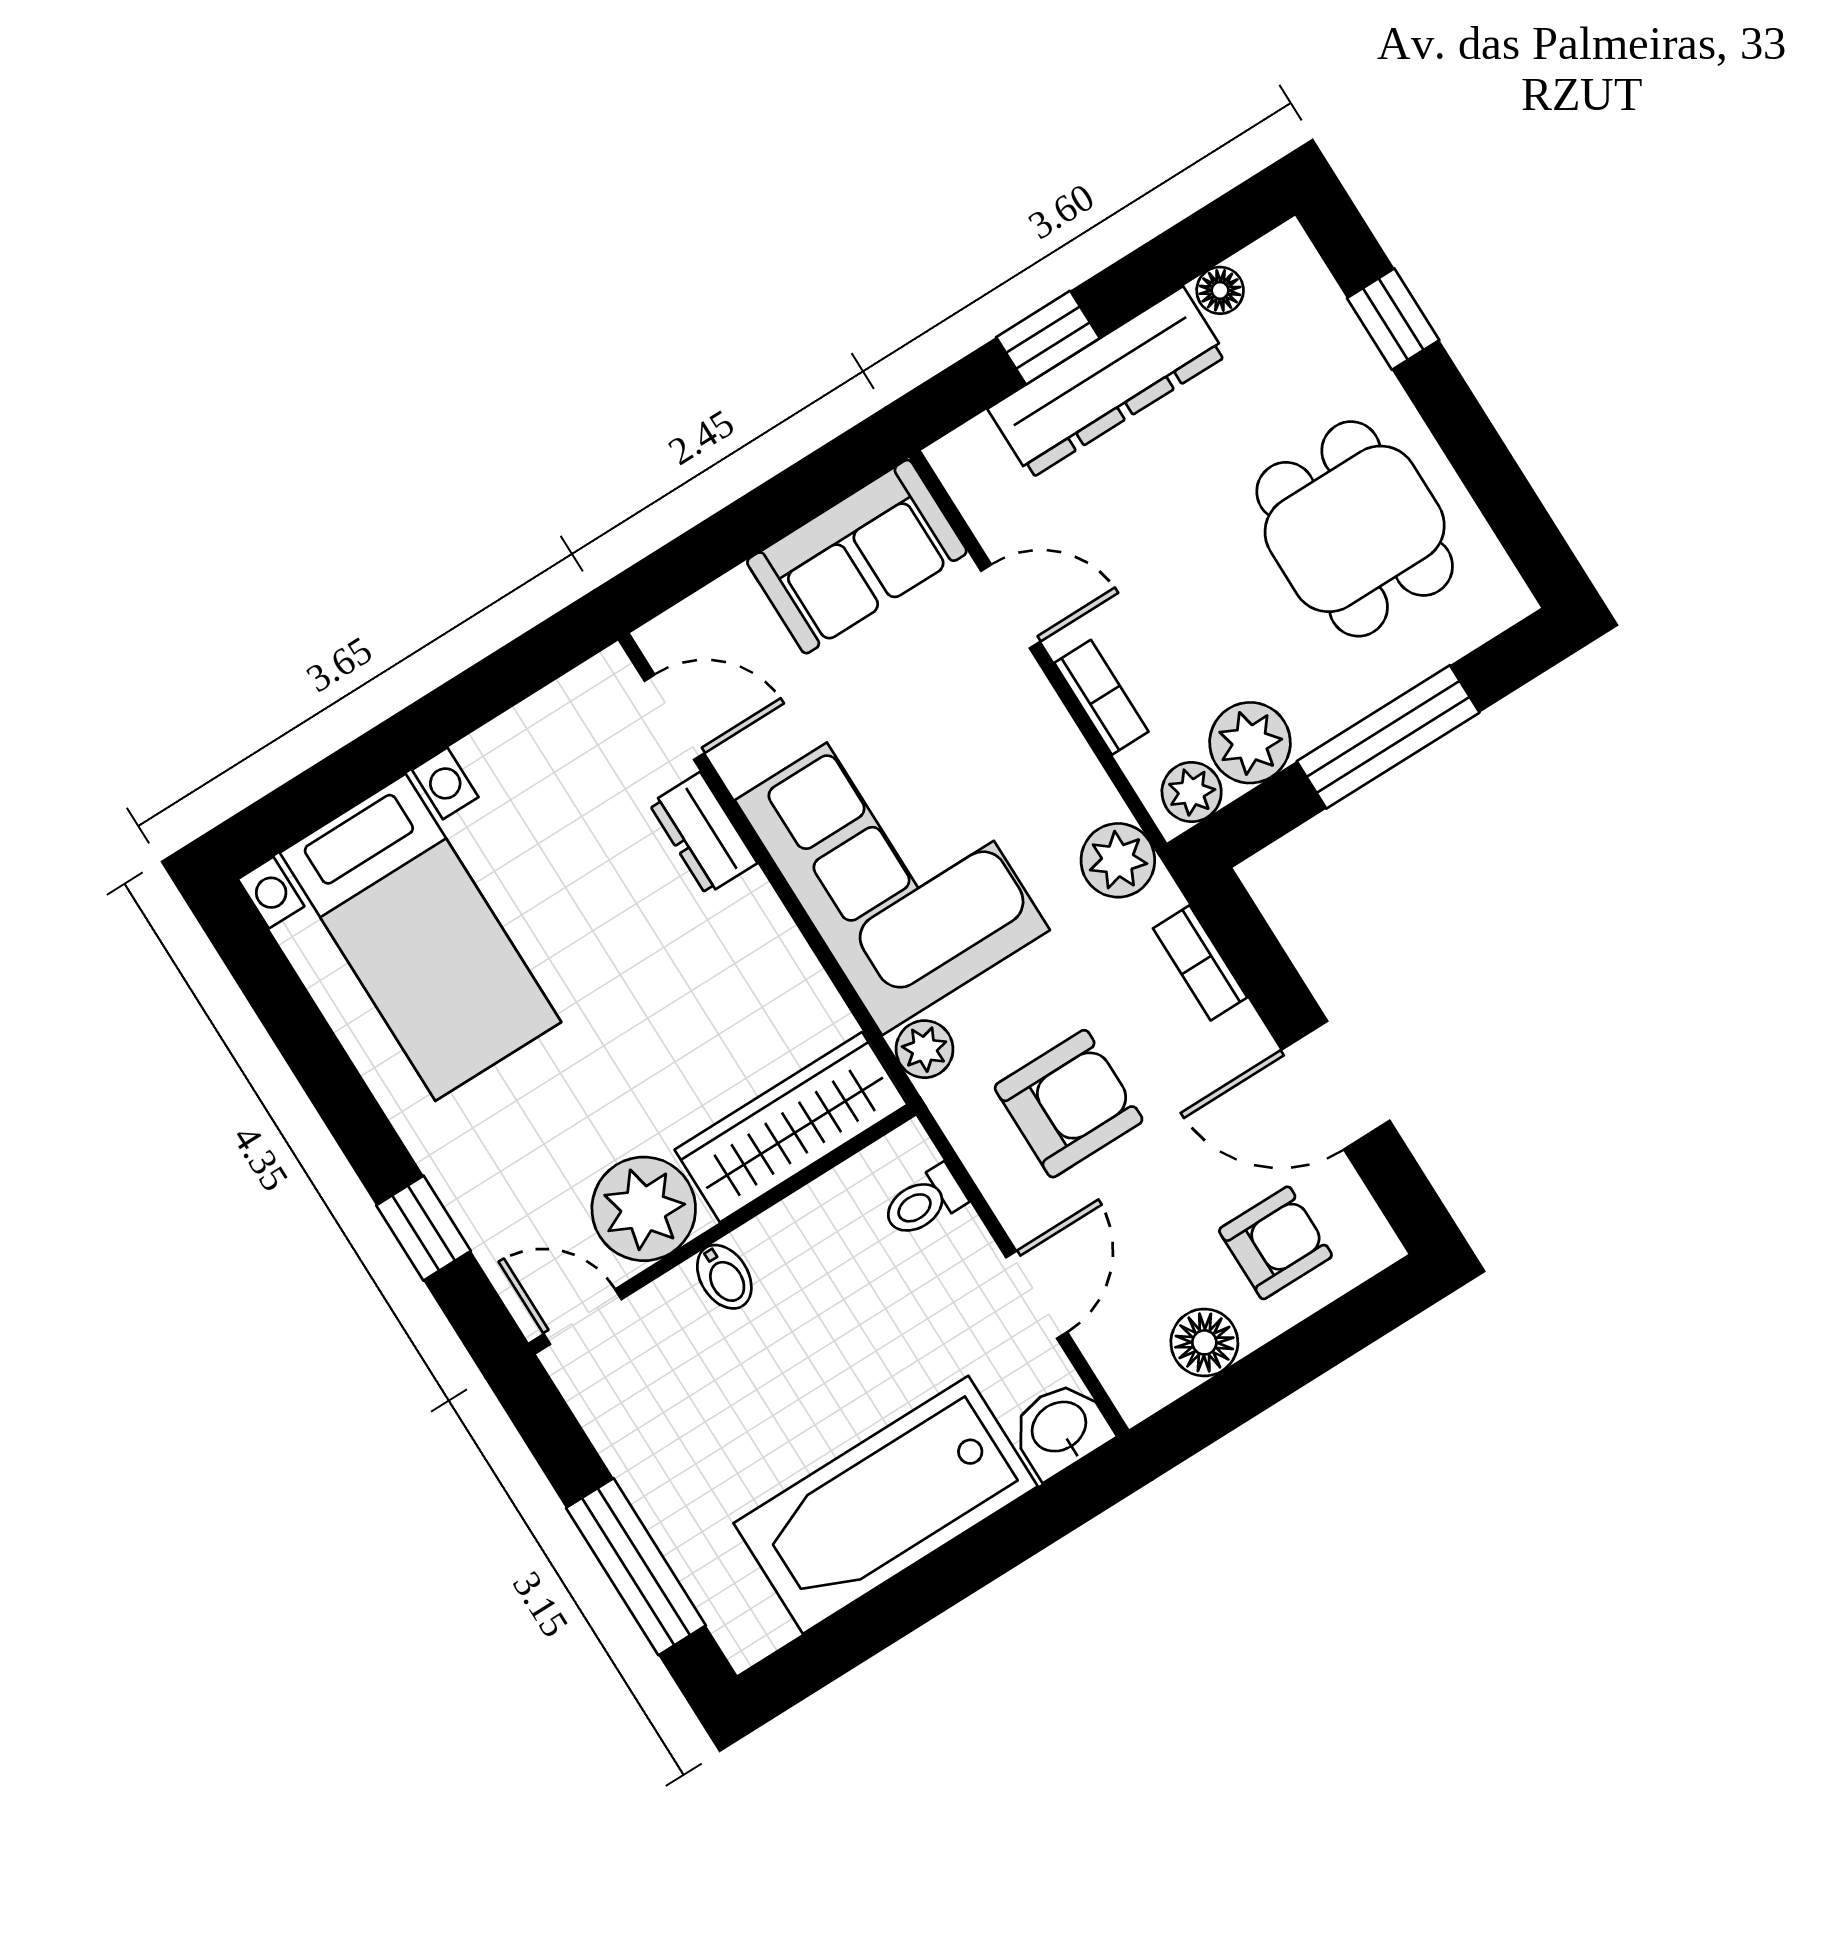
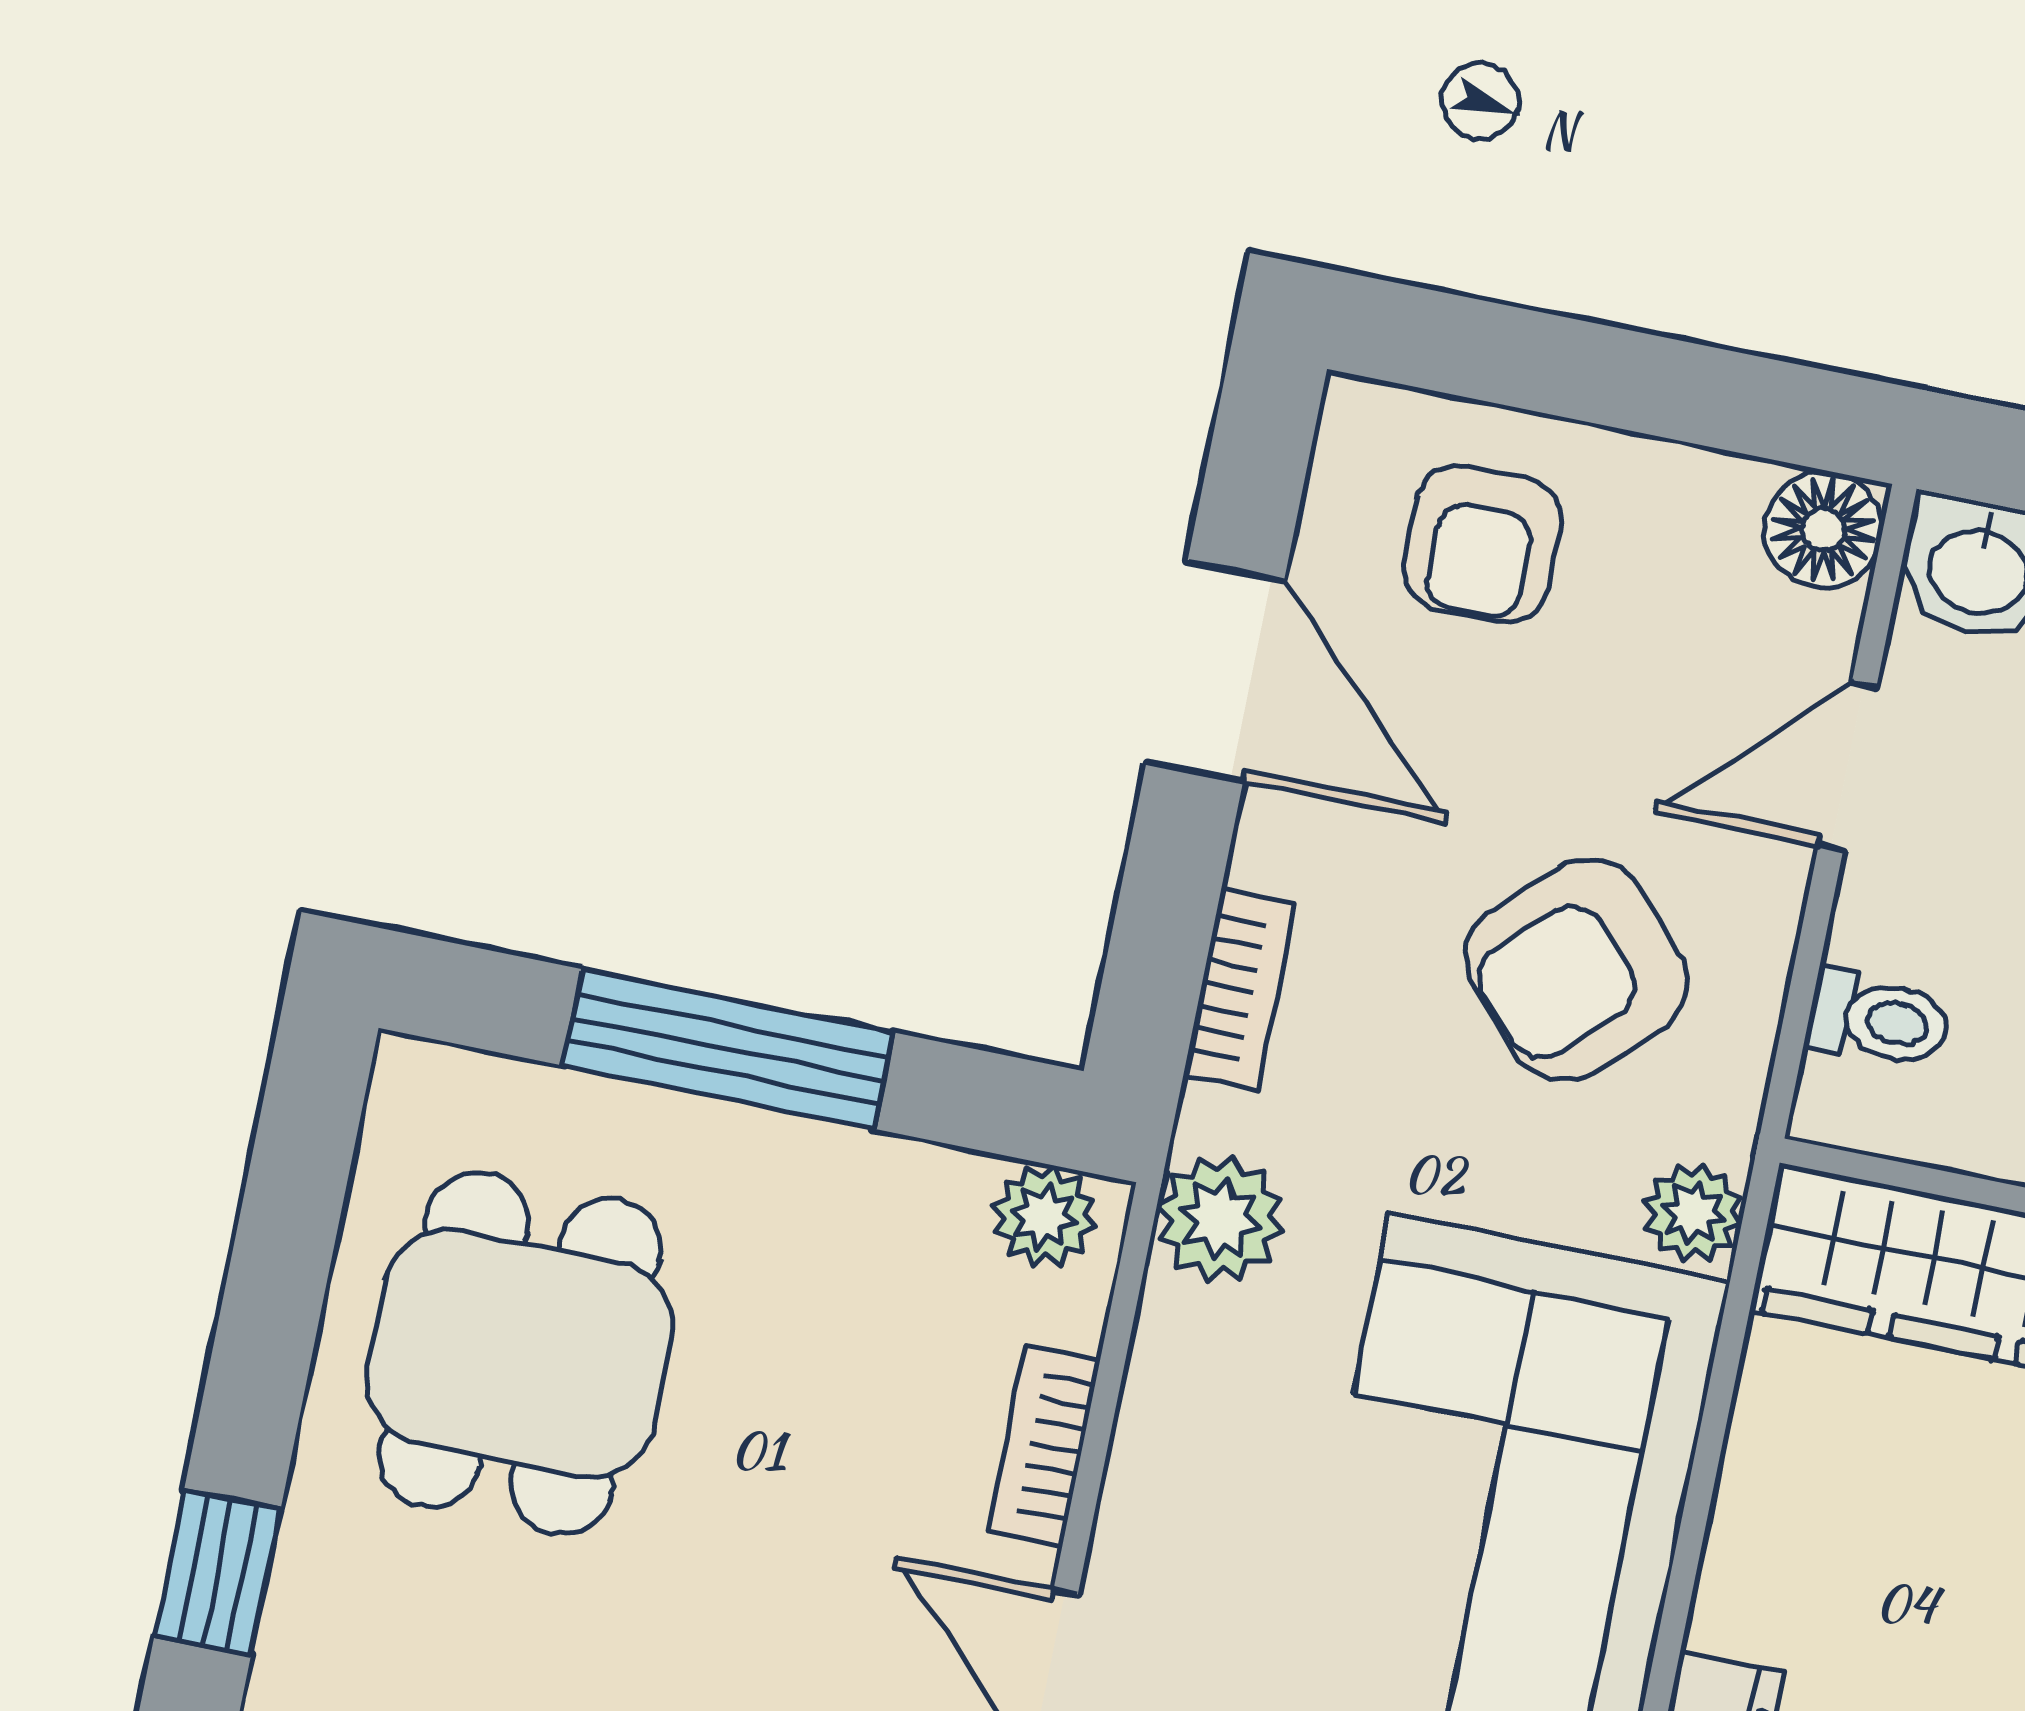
plant: (1250, 743) -> (910, 1208), removed
armchair: (1069, 1104) -> (1576, 970), turned -43
armchair: (1275, 1243) -> (1482, 543), turned -90
floor lamp: (1204, 1342) -> (1823, 530), moved

